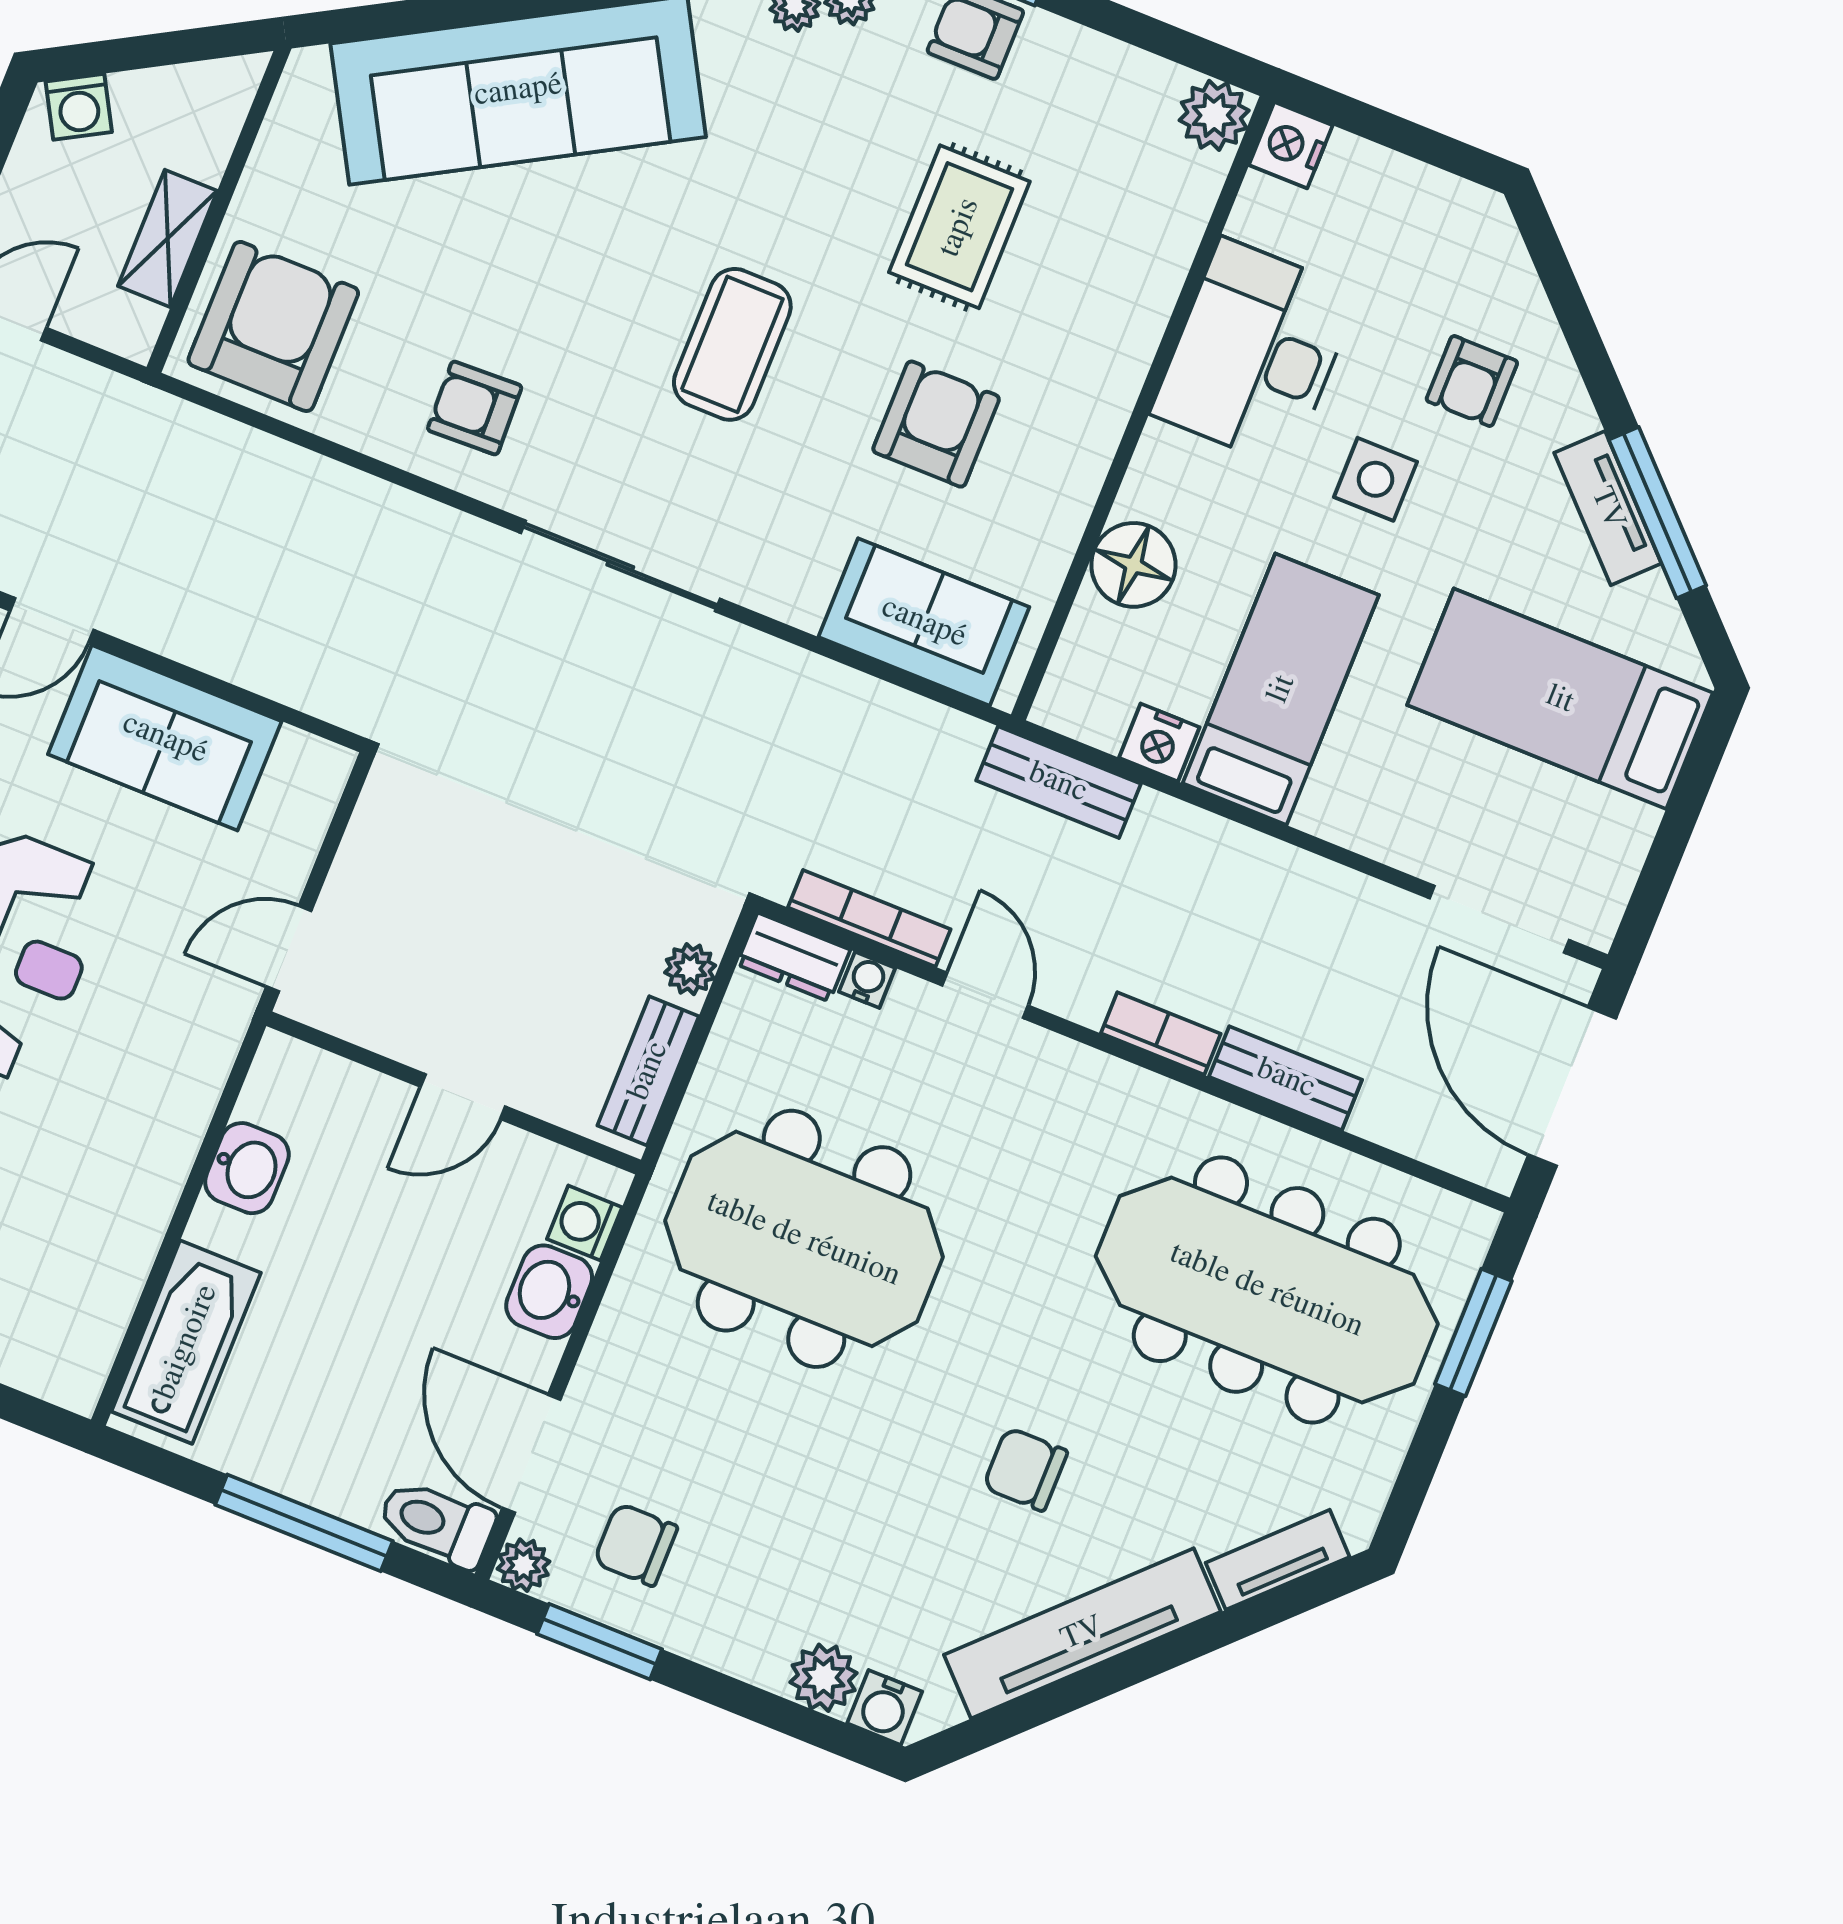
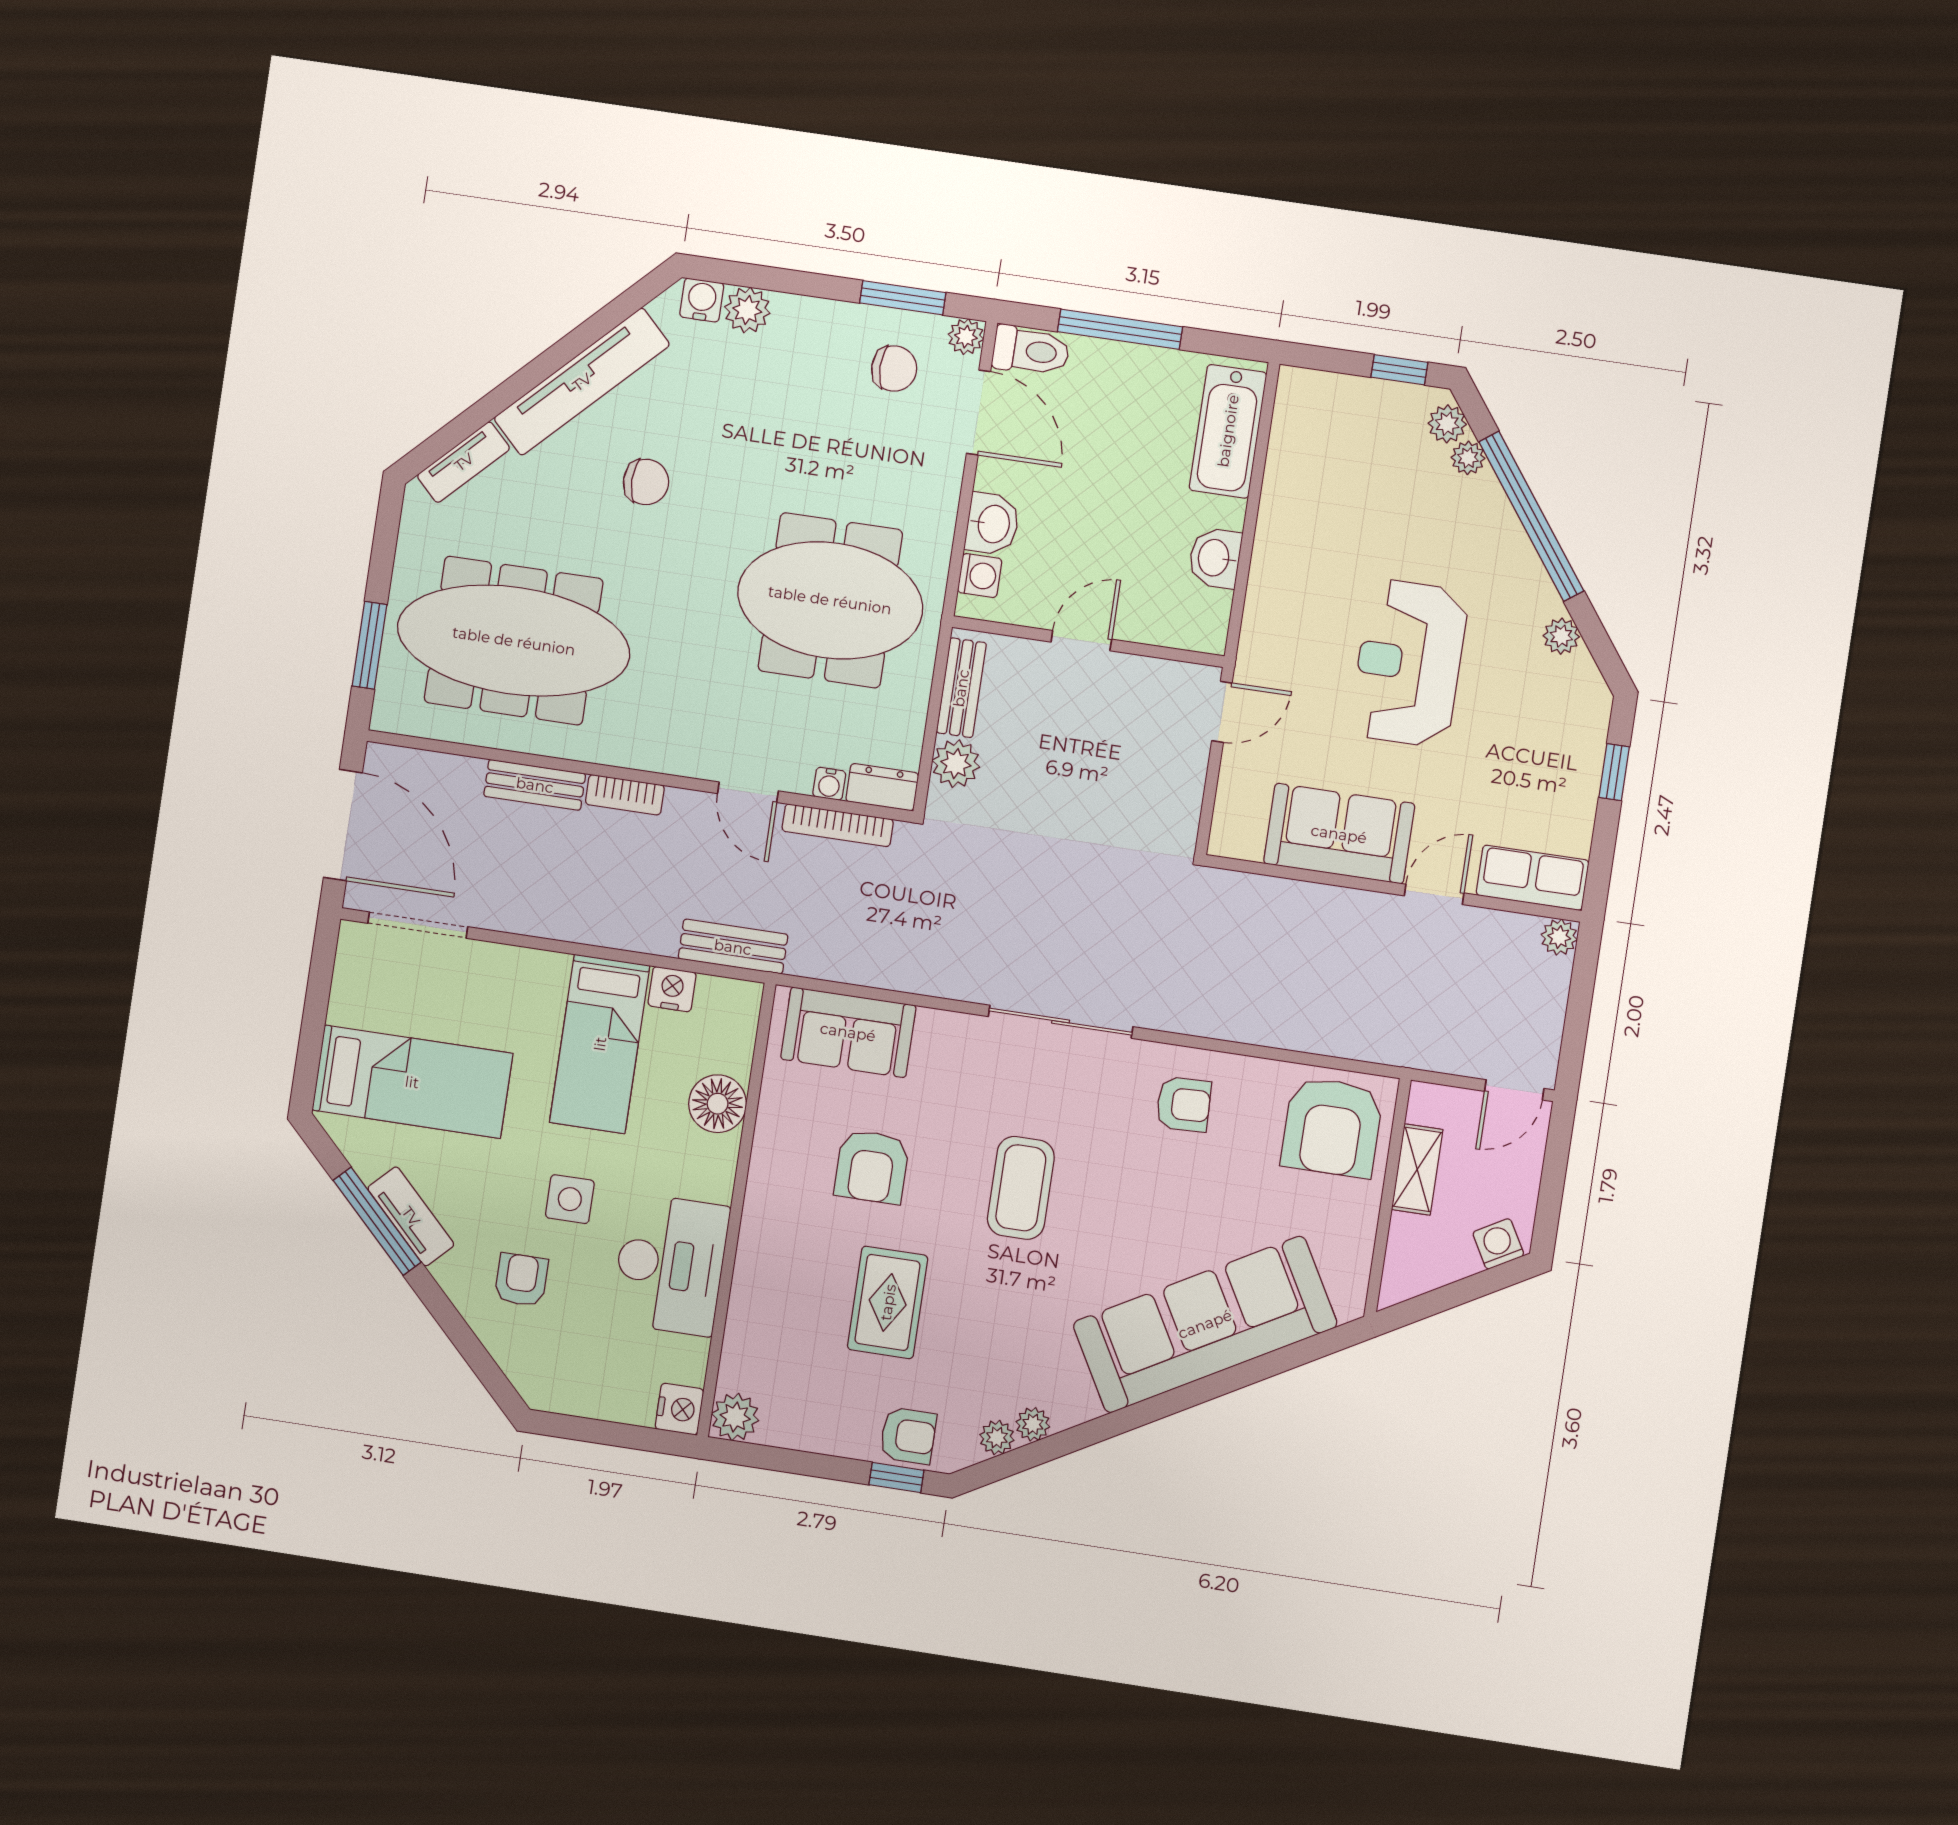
plant: (690, 969) -> (956, 764), width x1.38, depth x1.38

